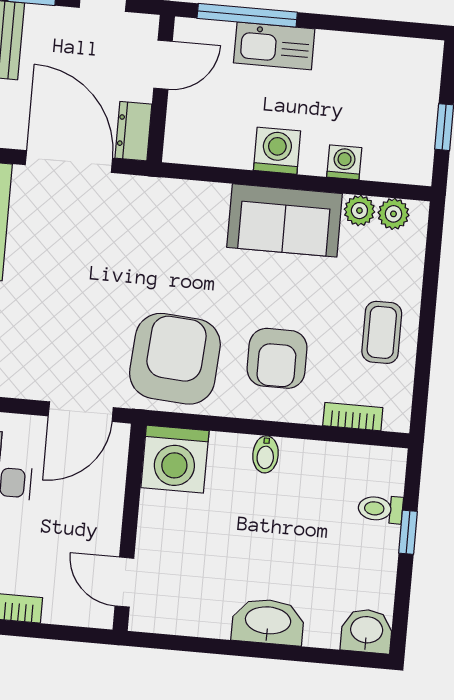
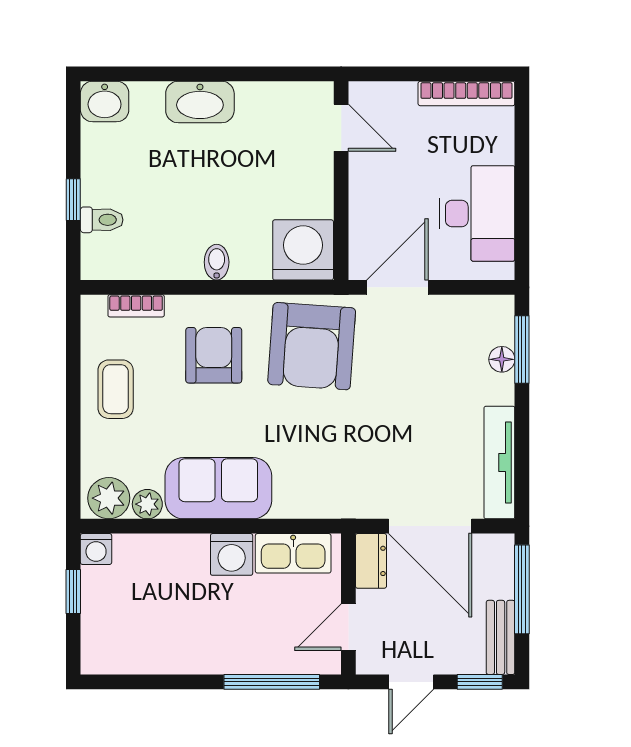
kitchen sink: (274, 46) -> (293, 553), moved, turned 180
washing machine: (344, 162) -> (96, 549), moved
plant: (393, 214) -> (109, 498), width x1.38, depth x1.38

